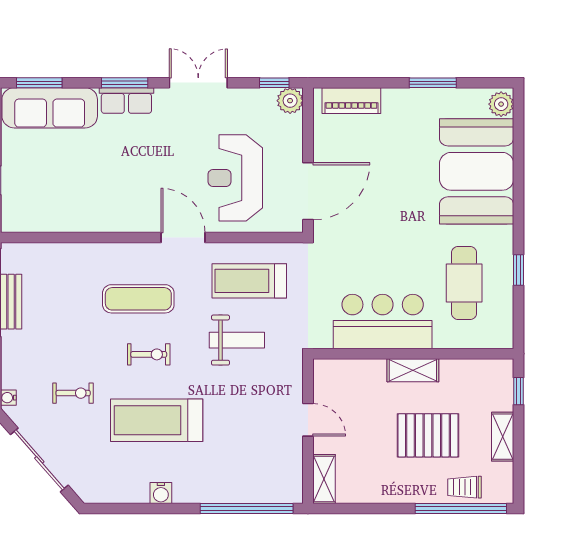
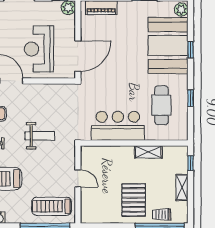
window: (518, 179) -> (191, 50), added
treadmill: (249, 281) -> (52, 206), moved
shelving: (413, 370) -> (148, 152), moved
pallet: (428, 435) -> (134, 200), moved, turned 90
shelving: (324, 479) -> (86, 210), removed

